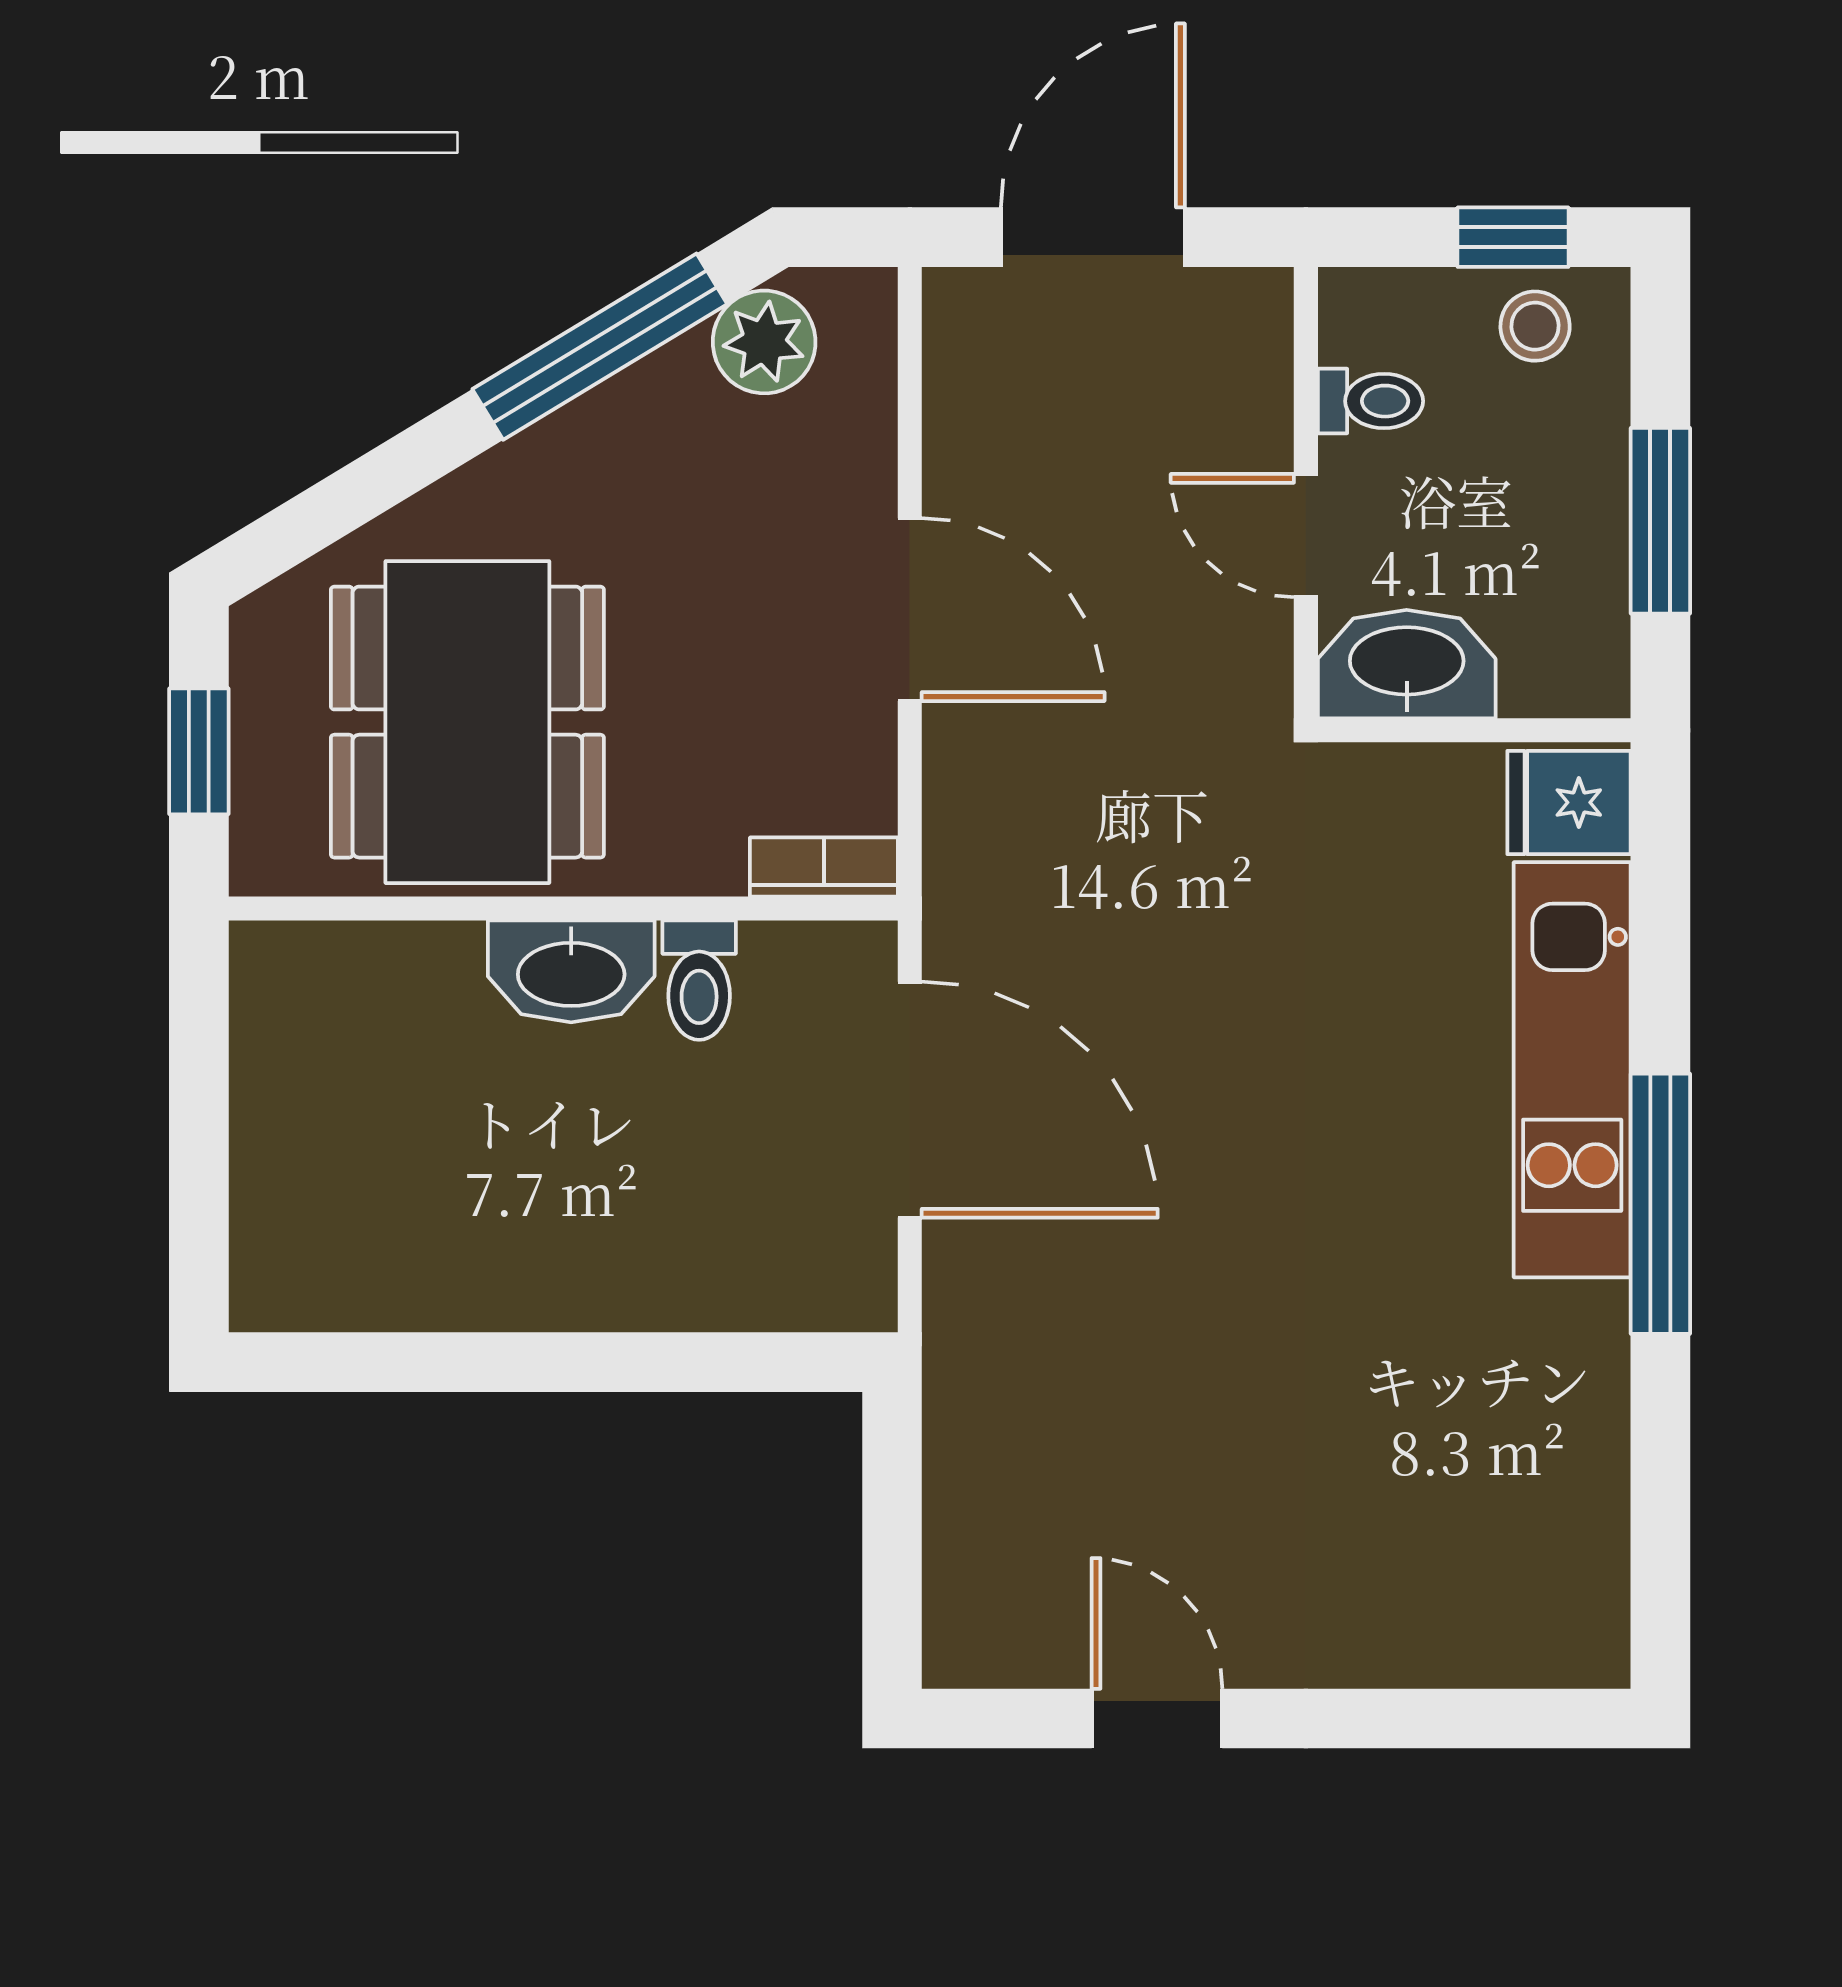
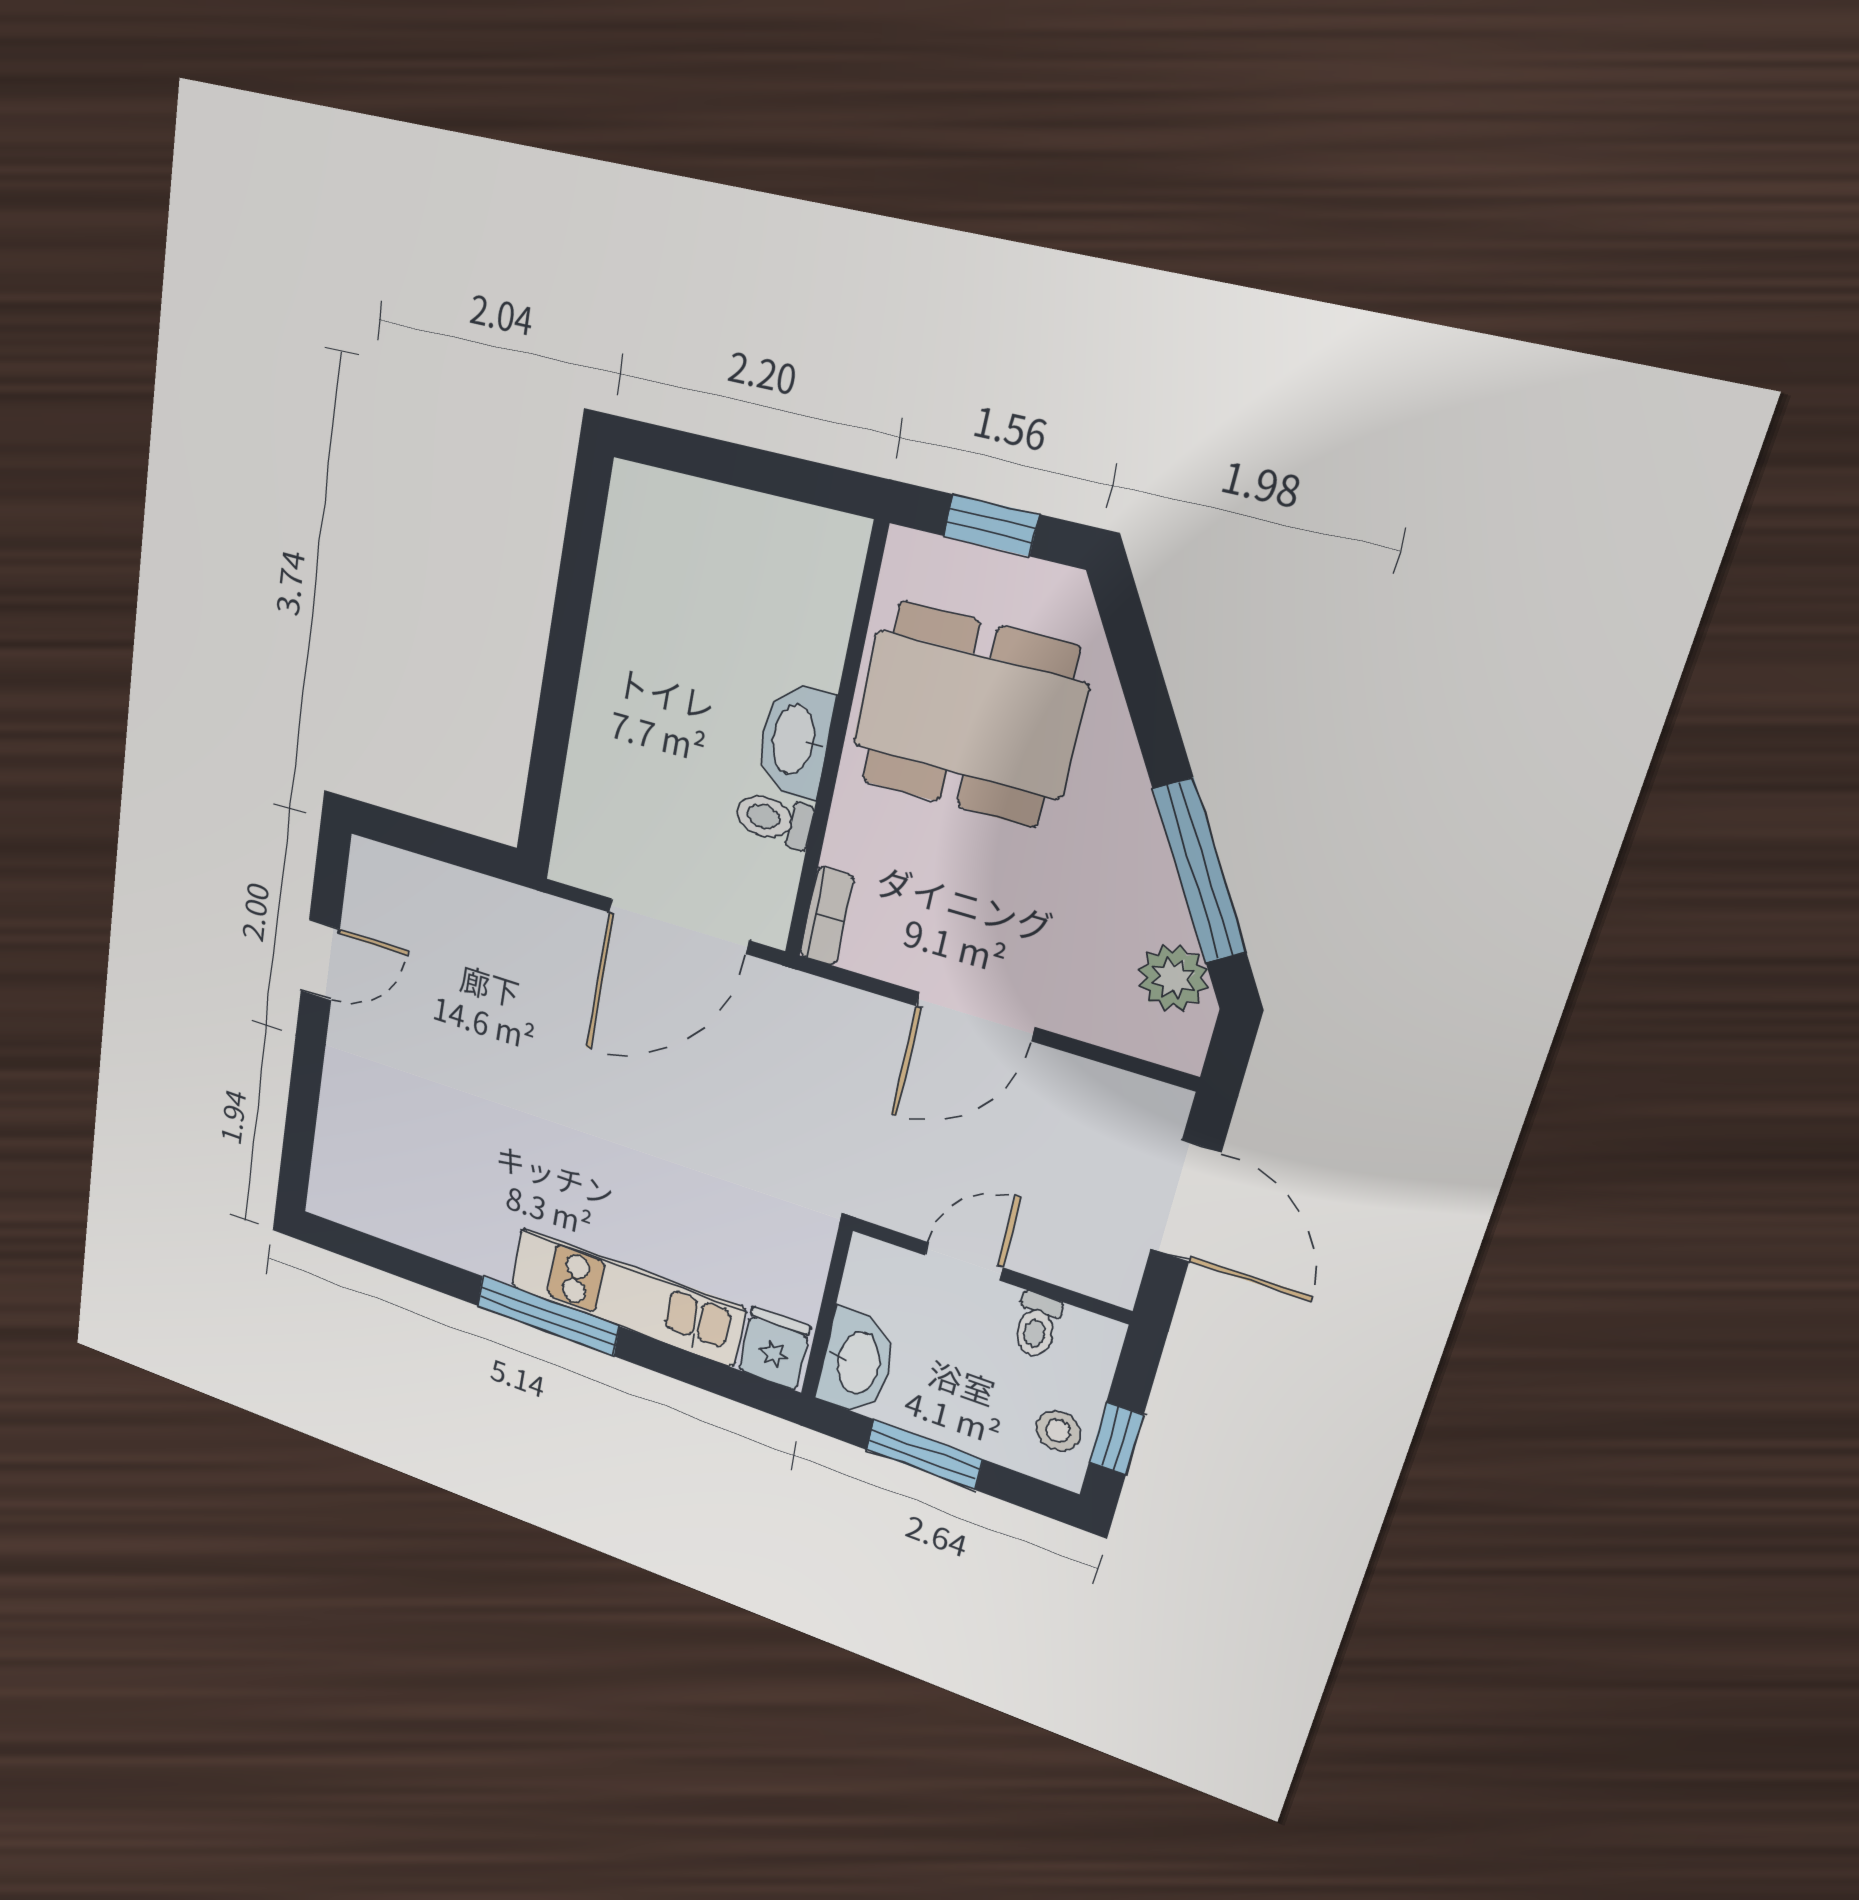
washbasin: (1407, 664) -> (856, 1362), moved

